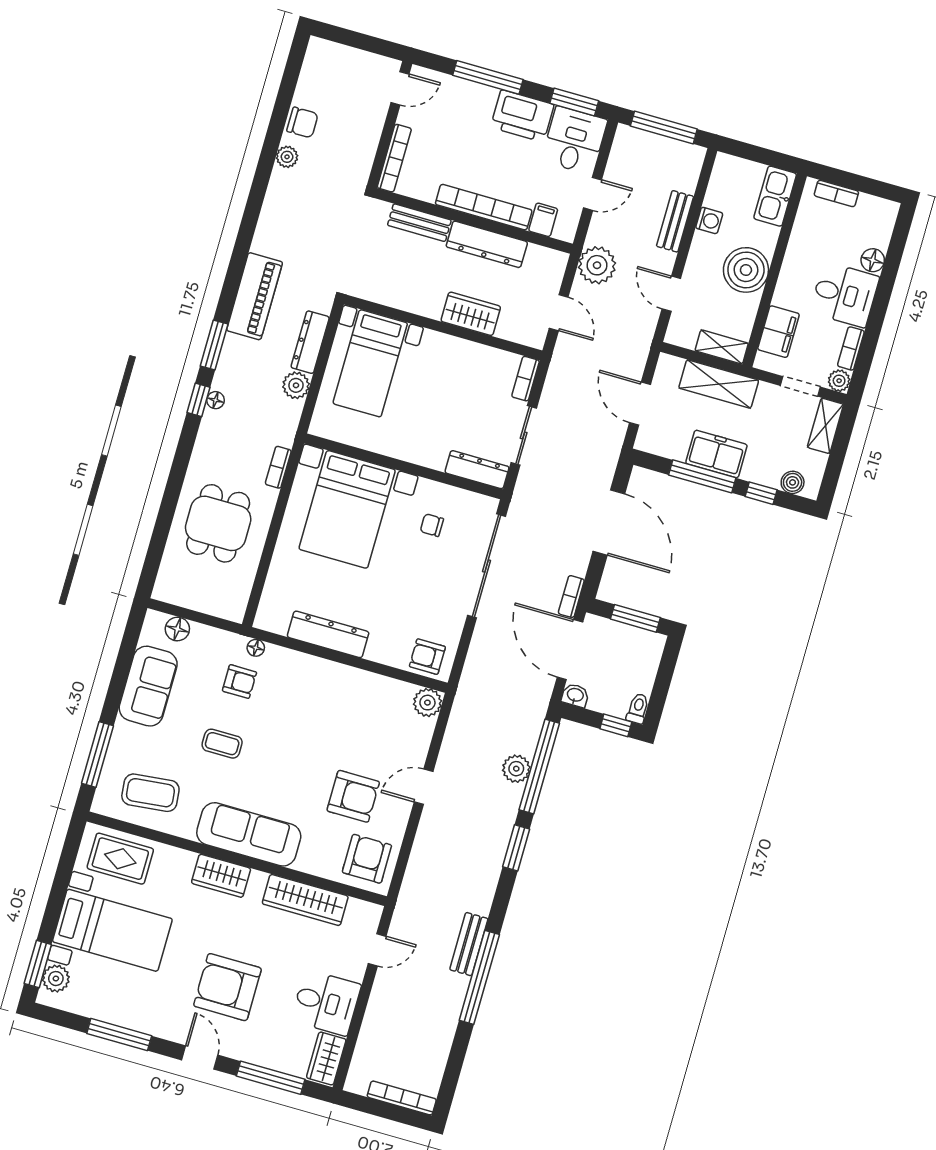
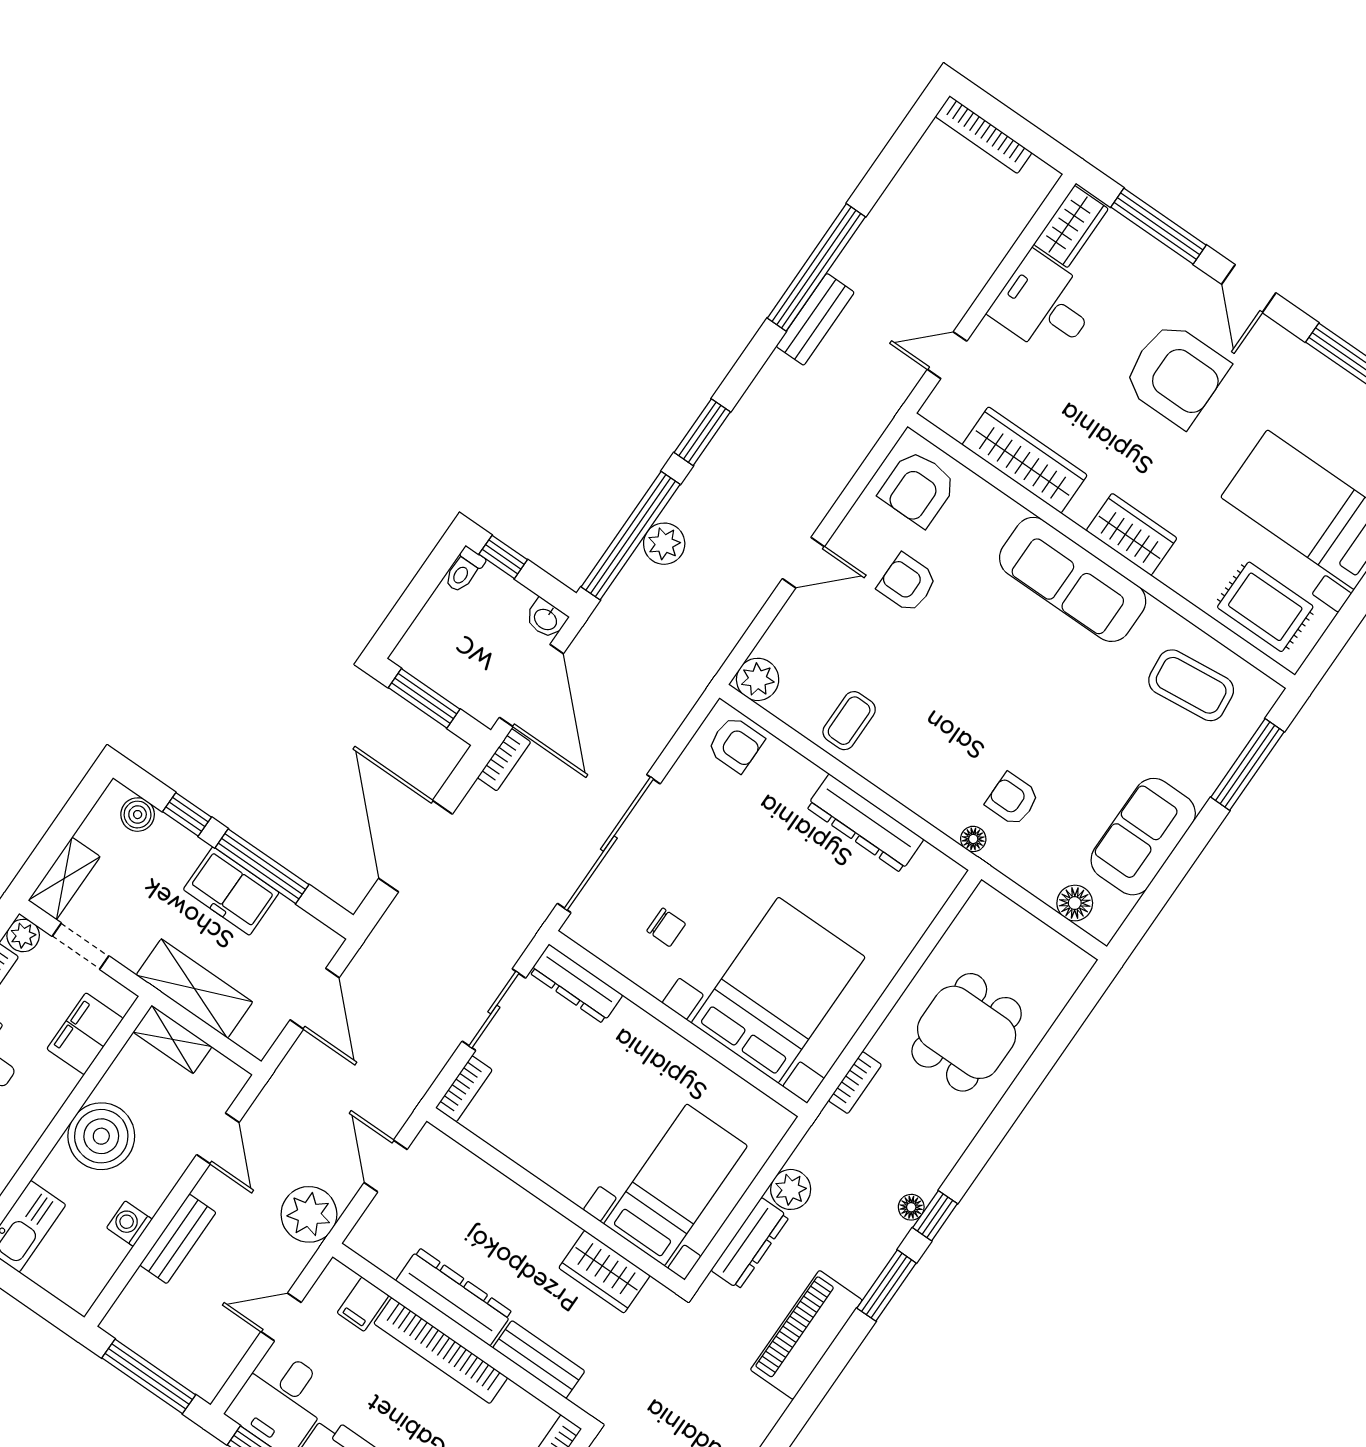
wardrobe: (471, 314) -> (604, 1272), moved
coffee table: (222, 744) -> (849, 721), moved, turned 90
armchair: (353, 796) -> (907, 583), width x0.72, depth x0.72

